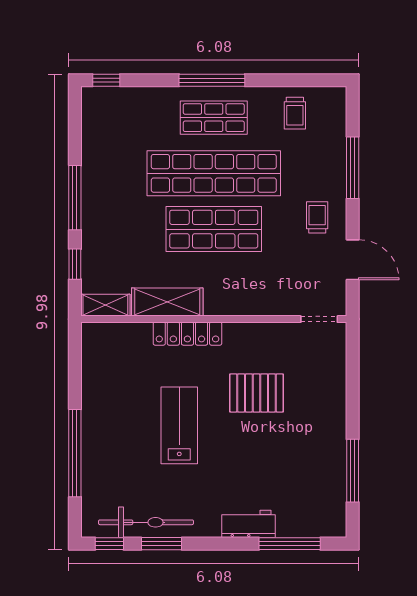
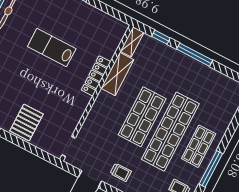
window: (212, 80) -> (211, 169), moved
pallet: (257, 393) -> (26, 123), moved
lab bench: (179, 425) -> (52, 48), turned 180

